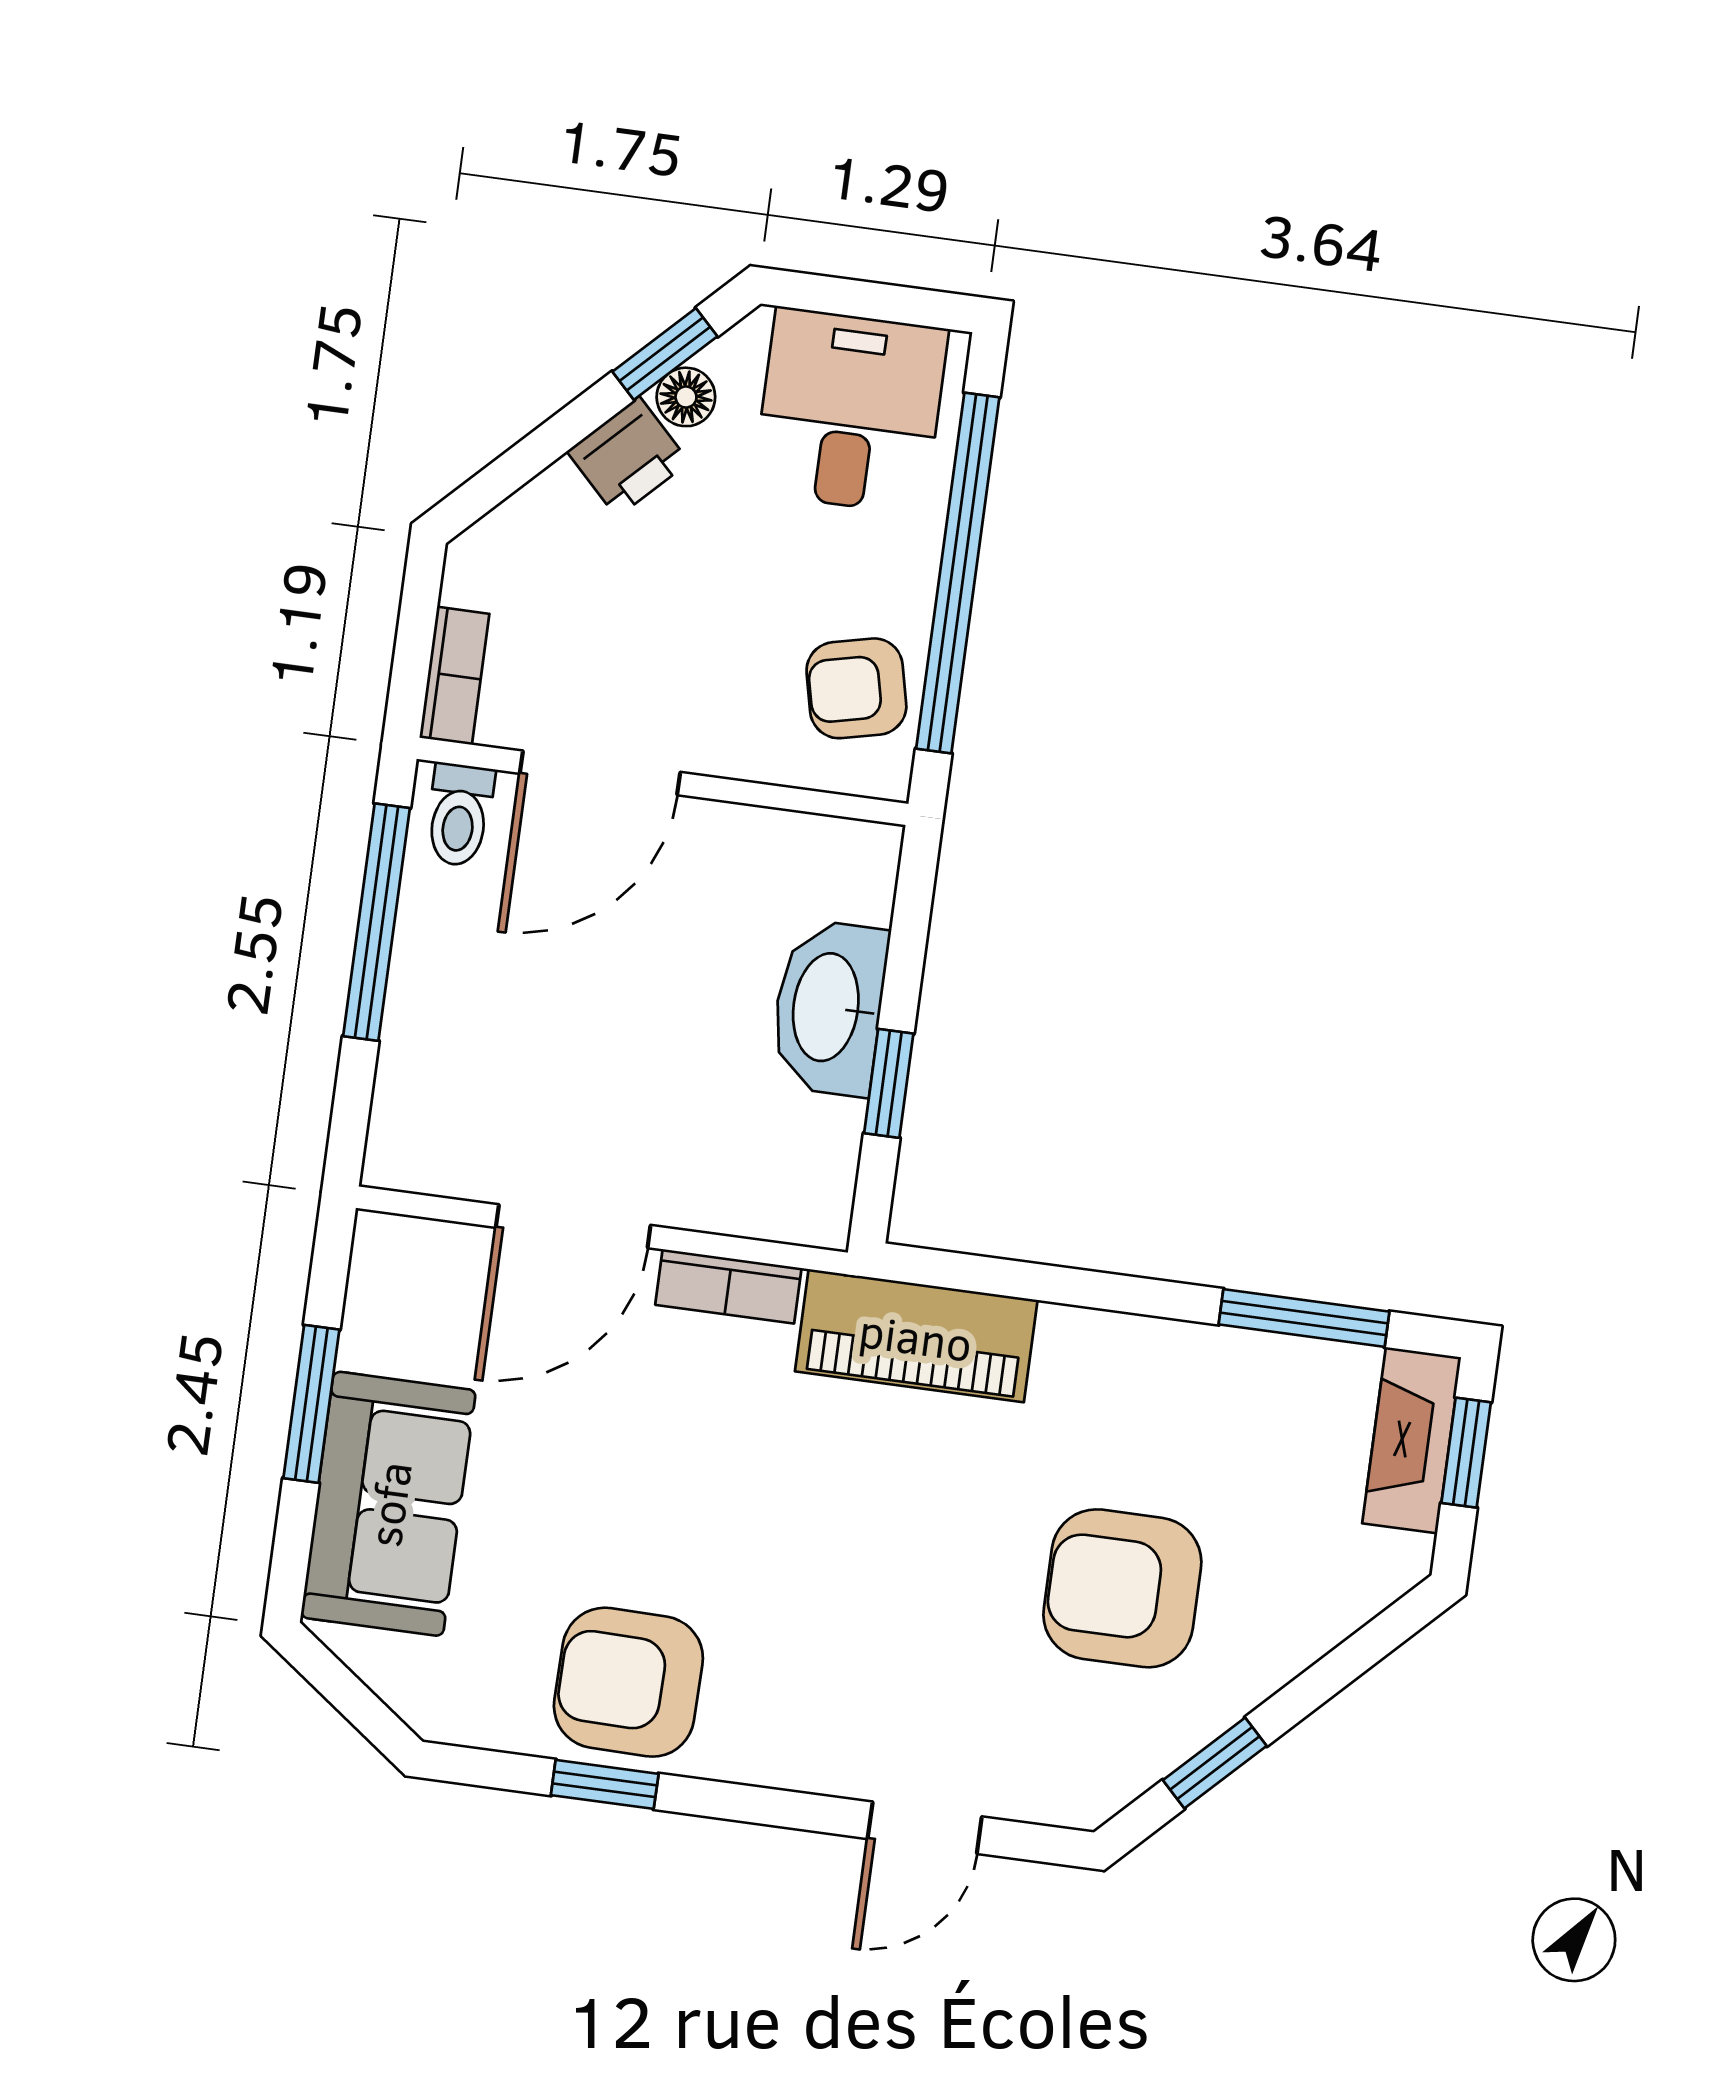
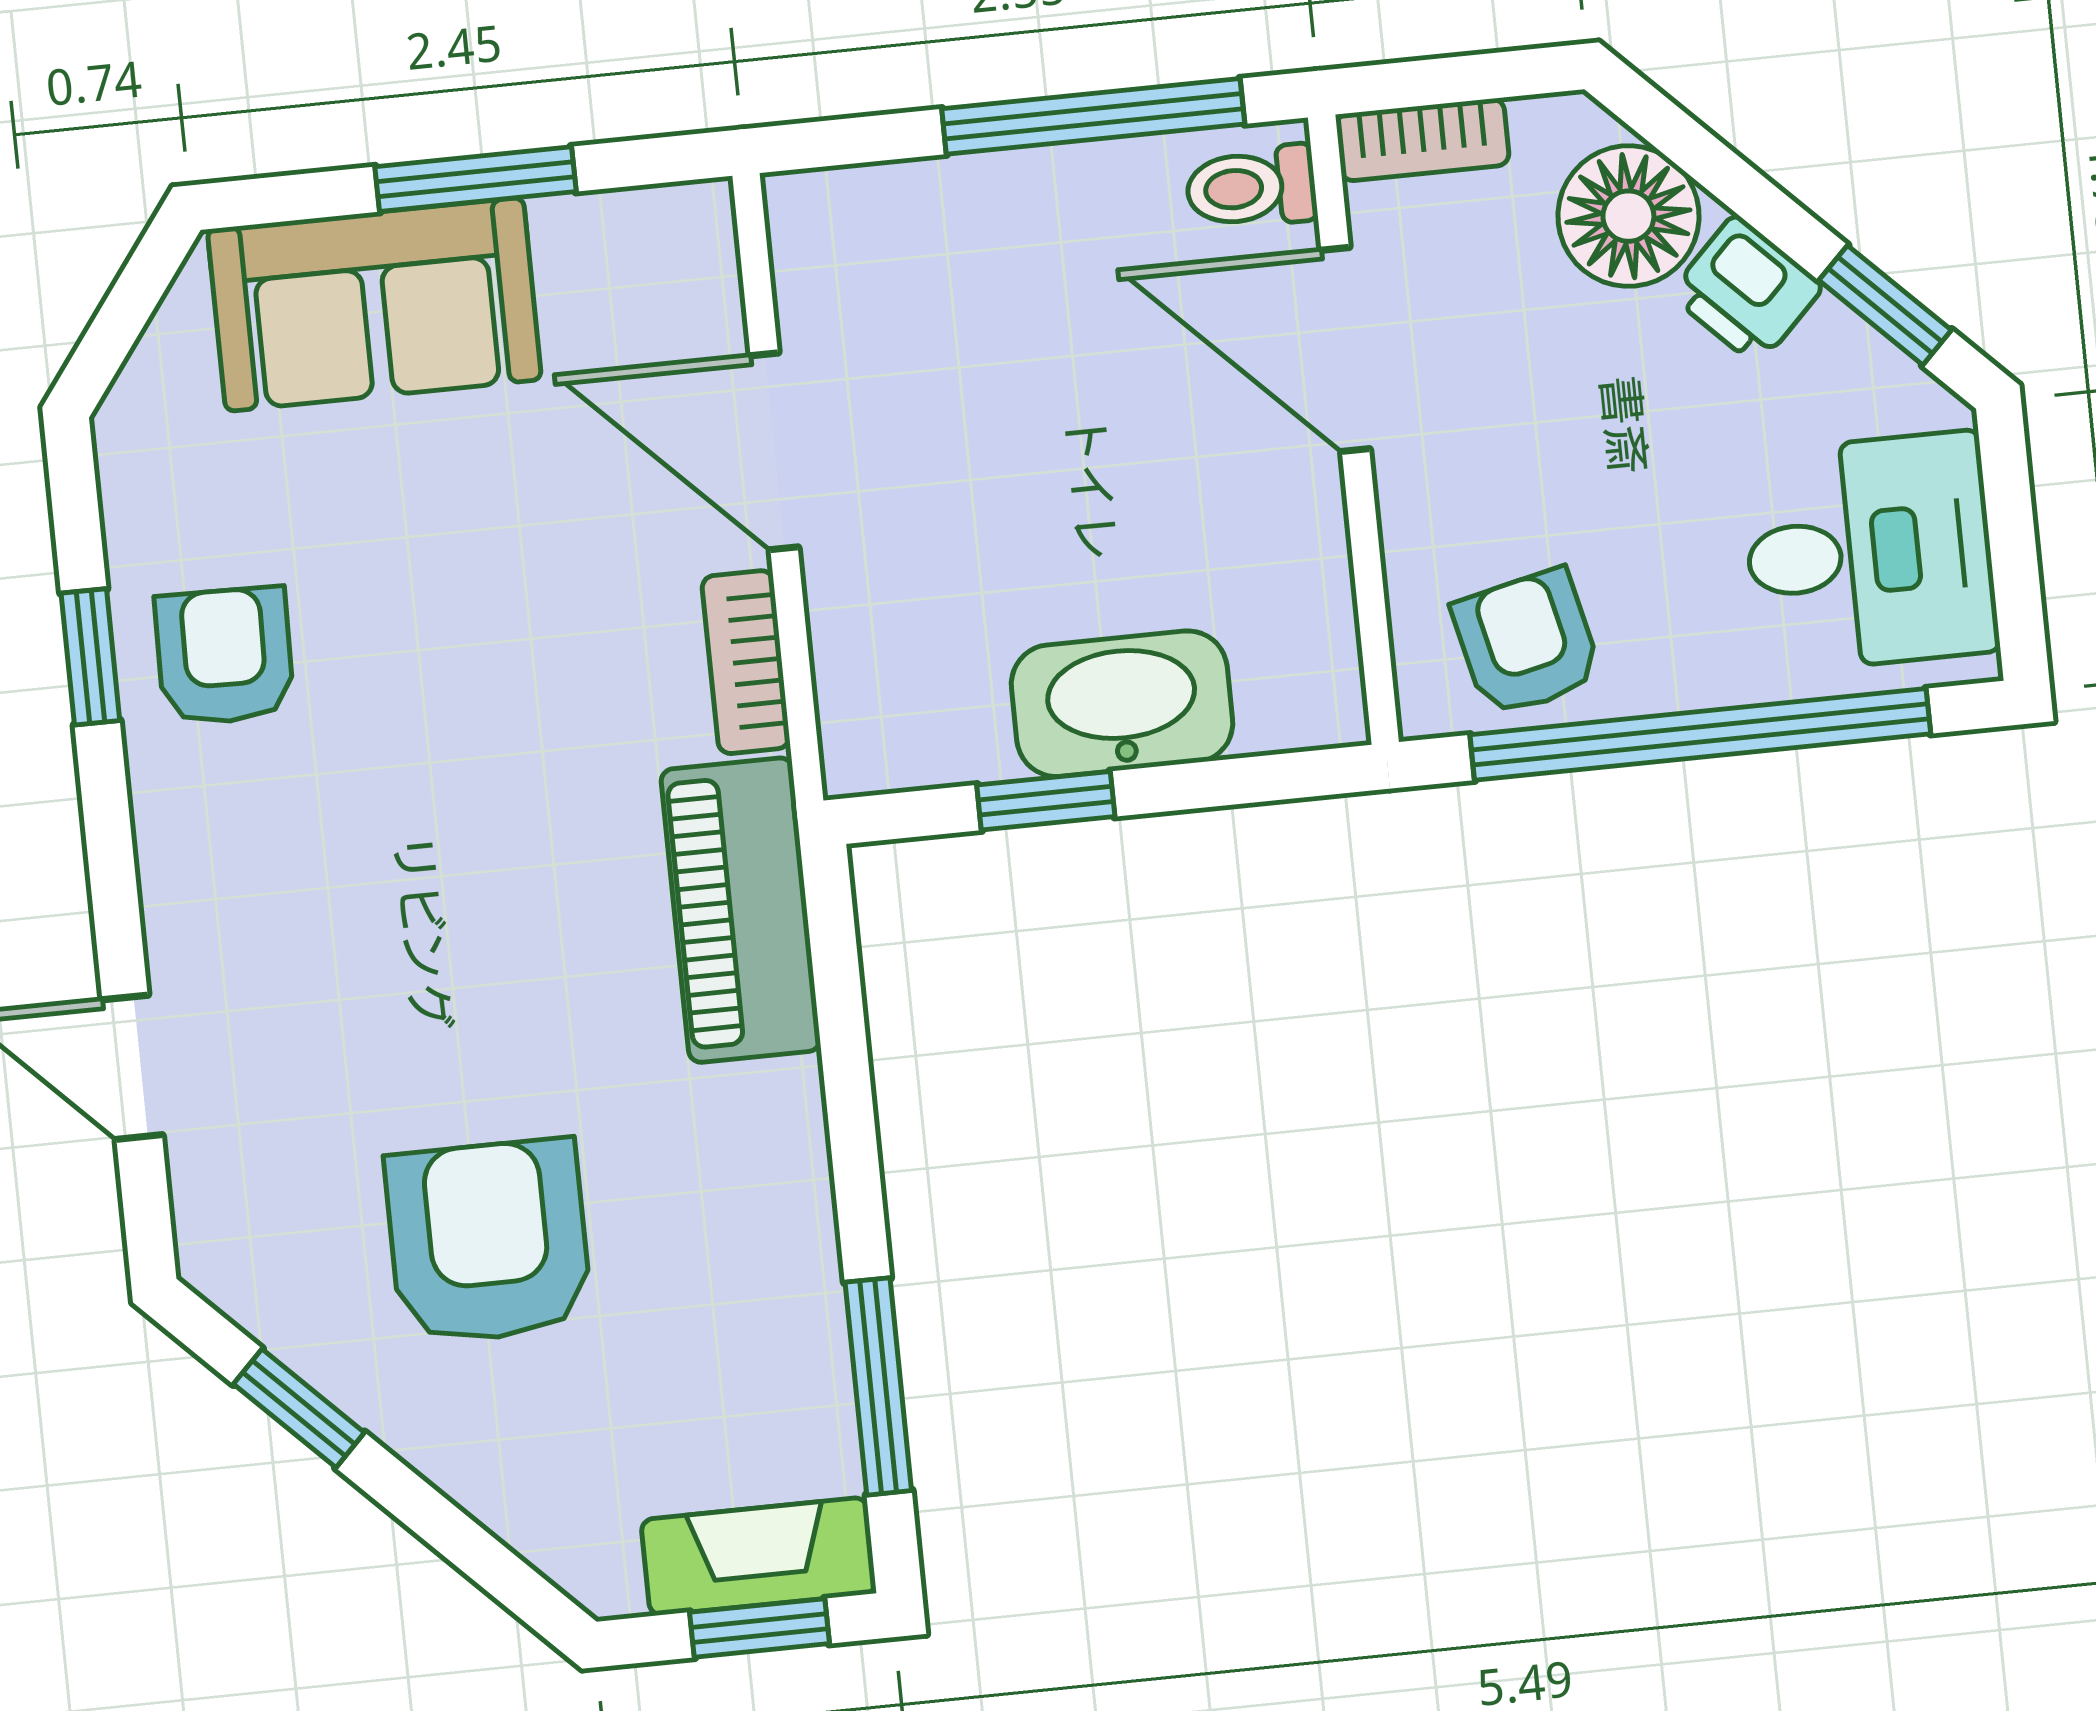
floor lamp: (686, 397) -> (1628, 216), moved, width x1.89, depth x1.89
armchair: (628, 1682) -> (224, 656), width x0.72, depth x0.72

